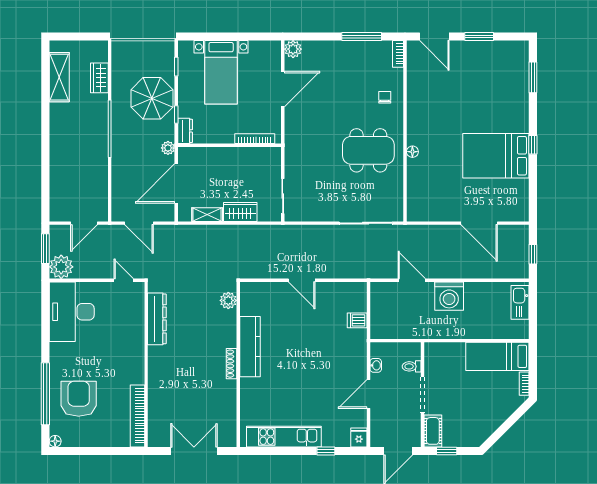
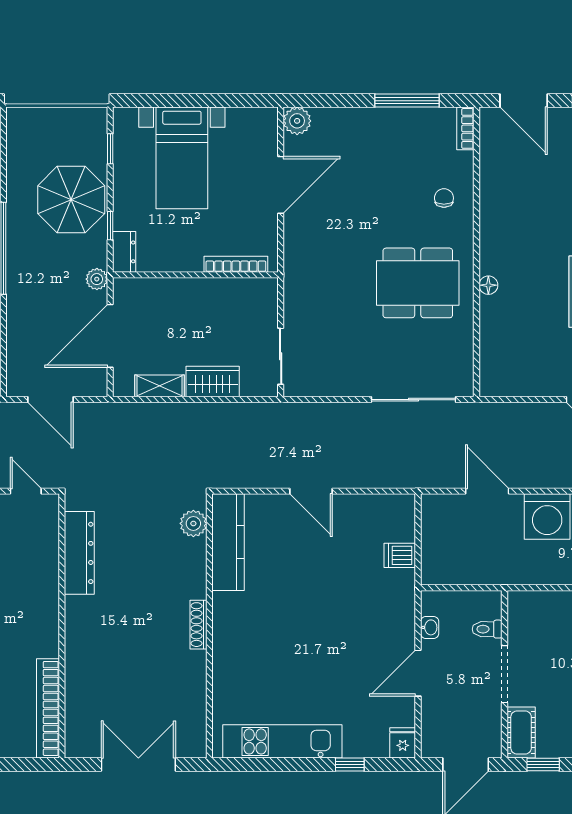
kitchen counter: (250, 347) -> (228, 542), moved

